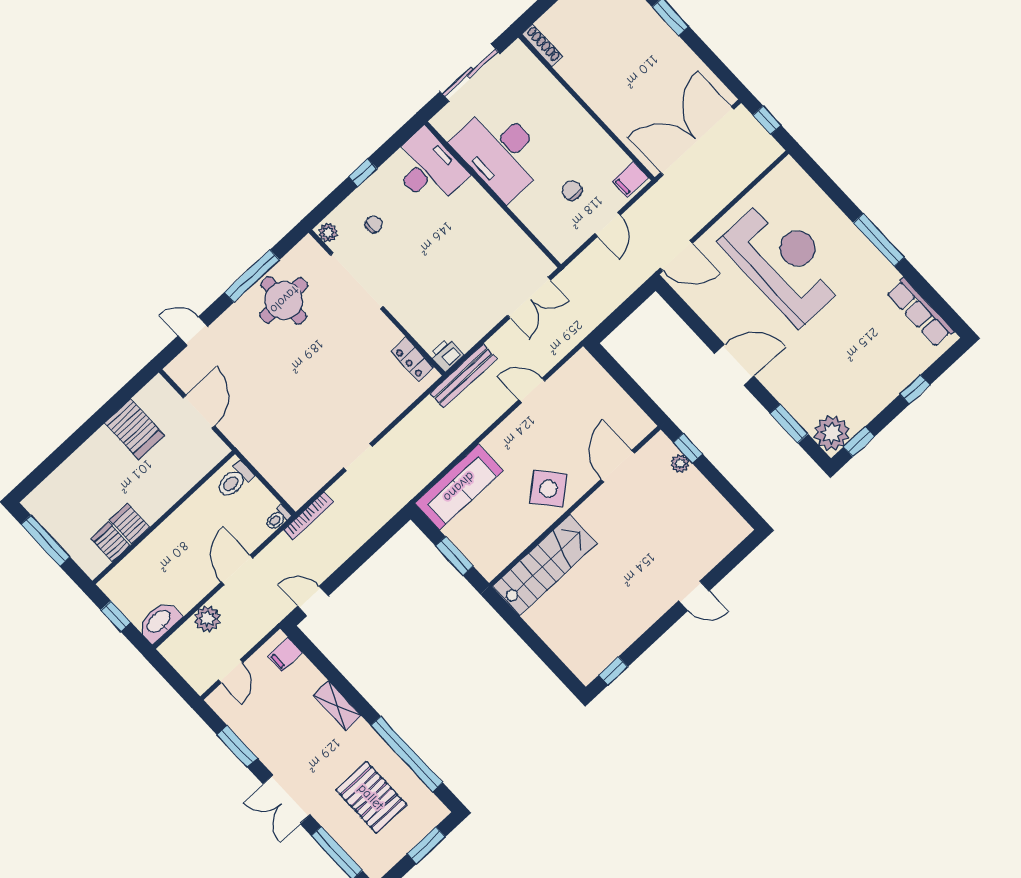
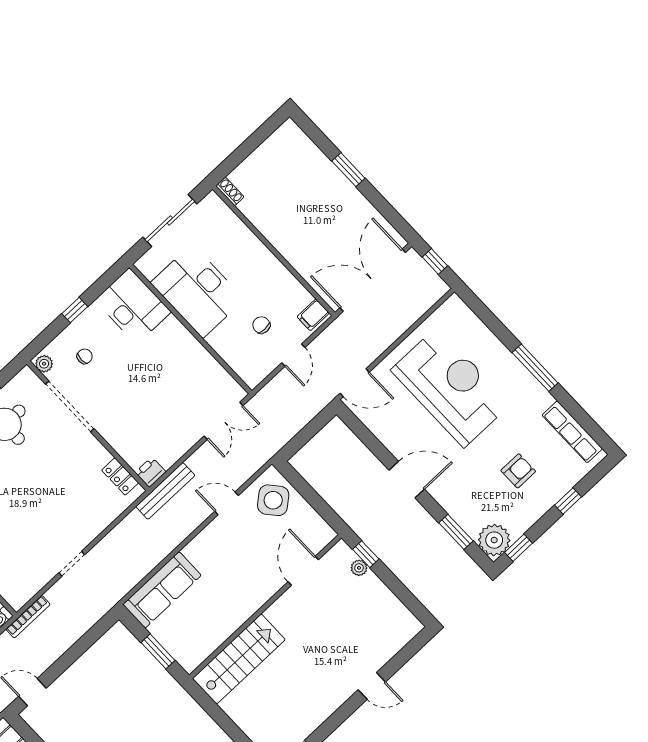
shoe rack: (542, 45) -> (230, 191), width x0.70
armchair: (859, 356) -> (518, 471), added
side table: (548, 489) -> (273, 500), moved

